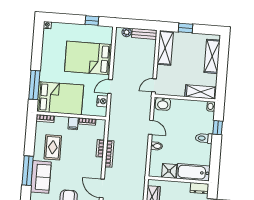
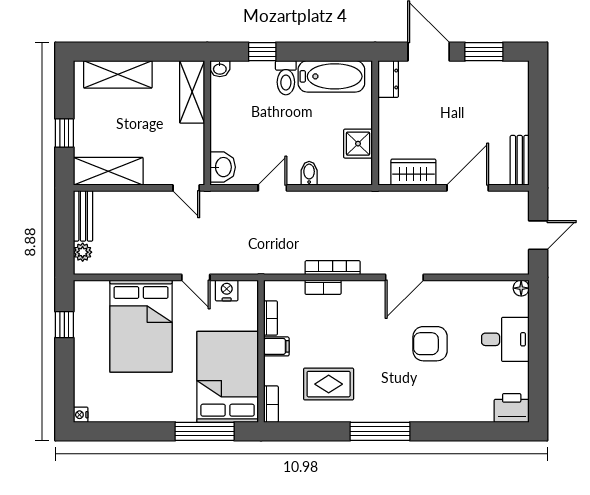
bathtub: (193, 172) -> (331, 76), moved, turned -90
sofa: (41, 177) -> (391, 404), removed

